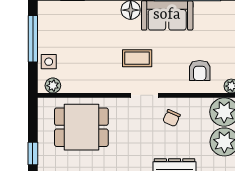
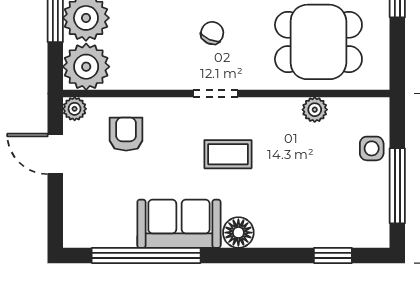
plant: (53, 86) -> (315, 110), moved
chair: (172, 118) -> (212, 33), moved

